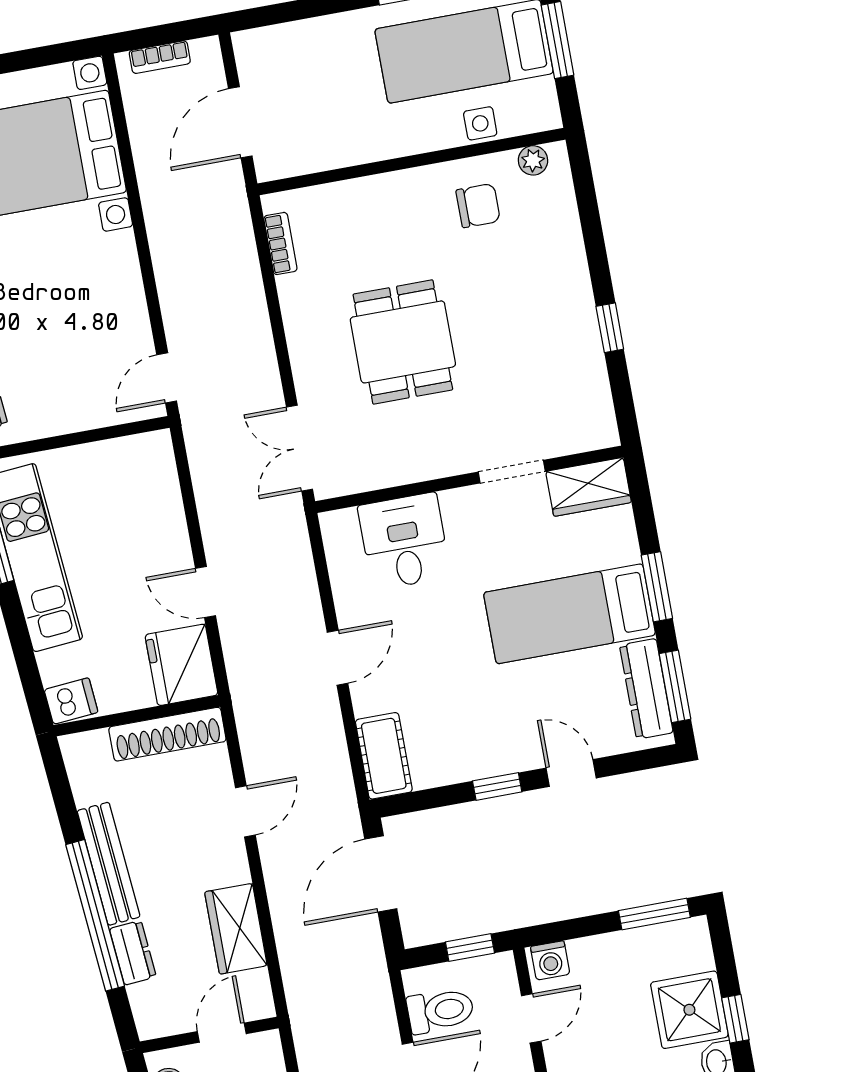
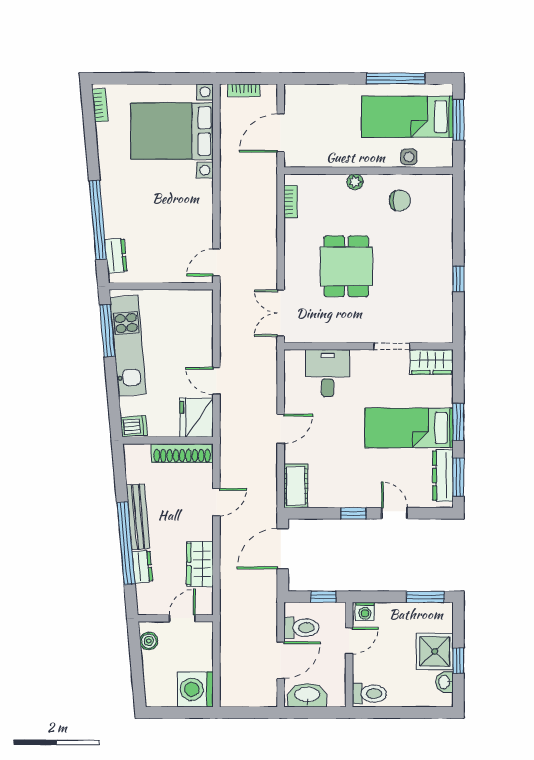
plant: (533, 160) -> (355, 182), moved

